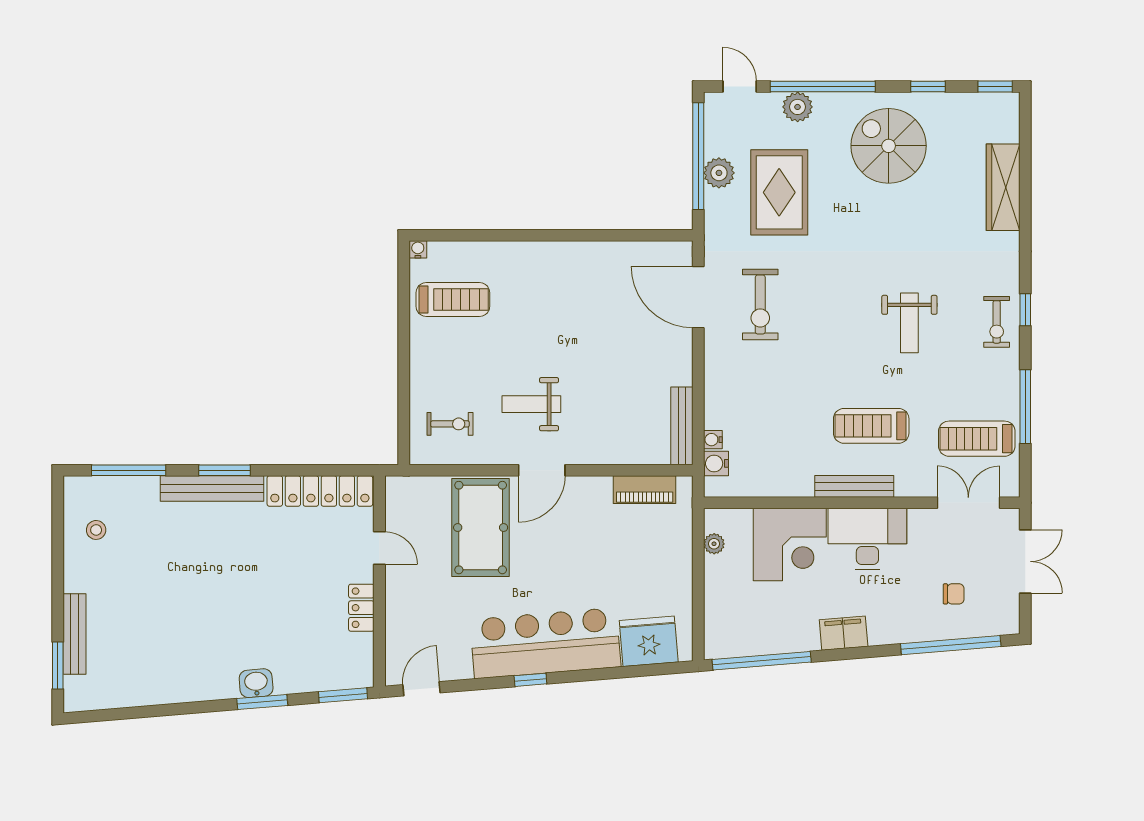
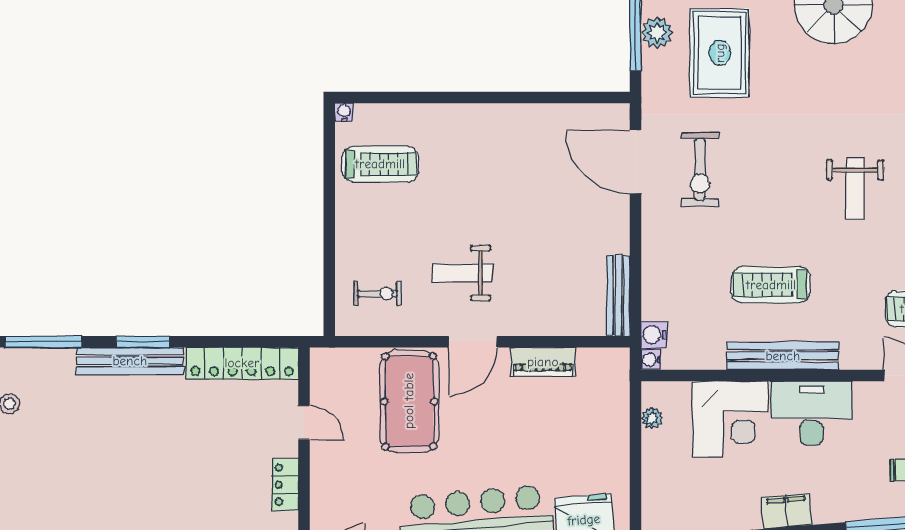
treadmill: (871, 426) -> (771, 285), moved
water cooler: (713, 440) -> (651, 360), moved
bench: (854, 486) -> (783, 356), width x1.37, depth x1.21
piano: (645, 490) -> (543, 362), moved

